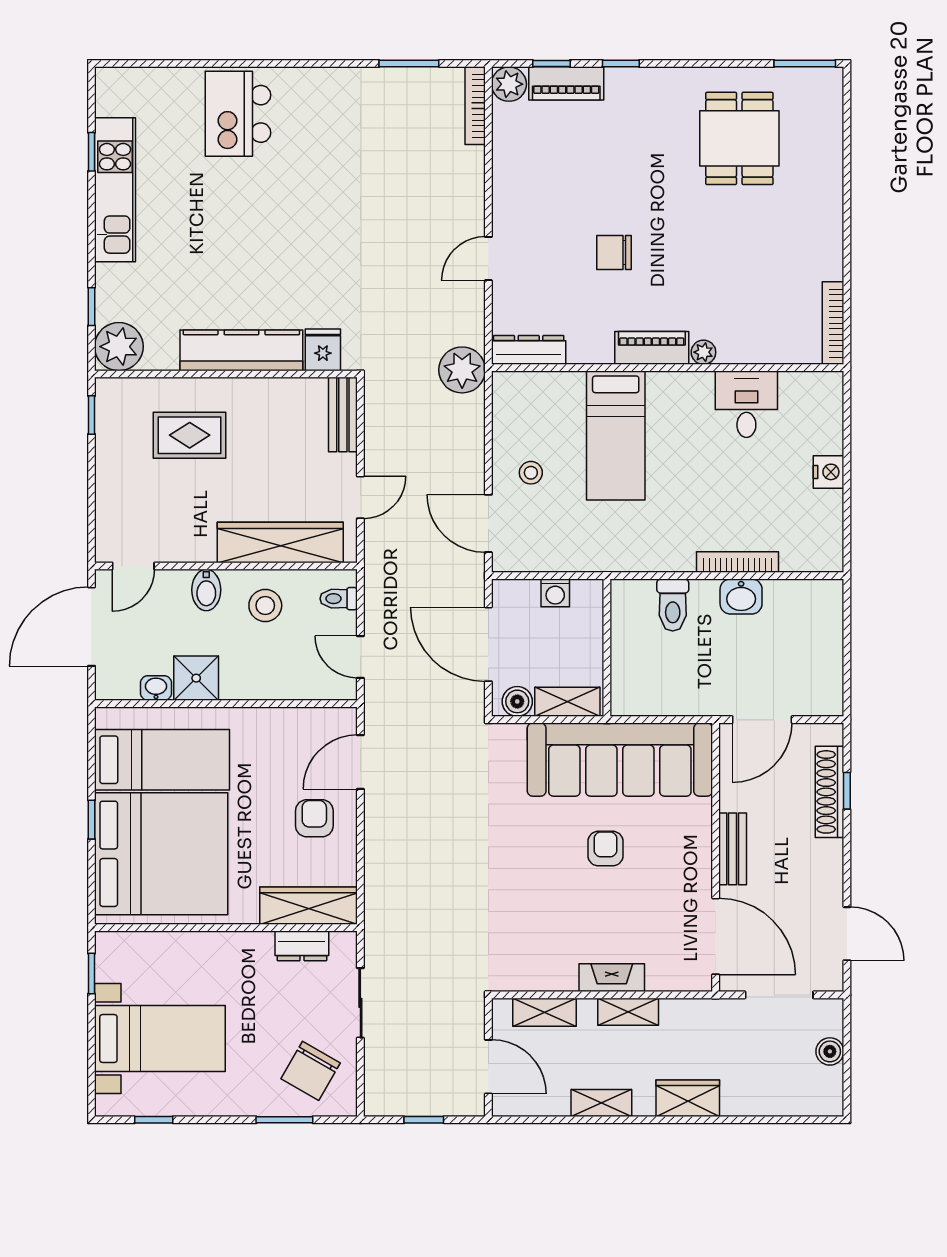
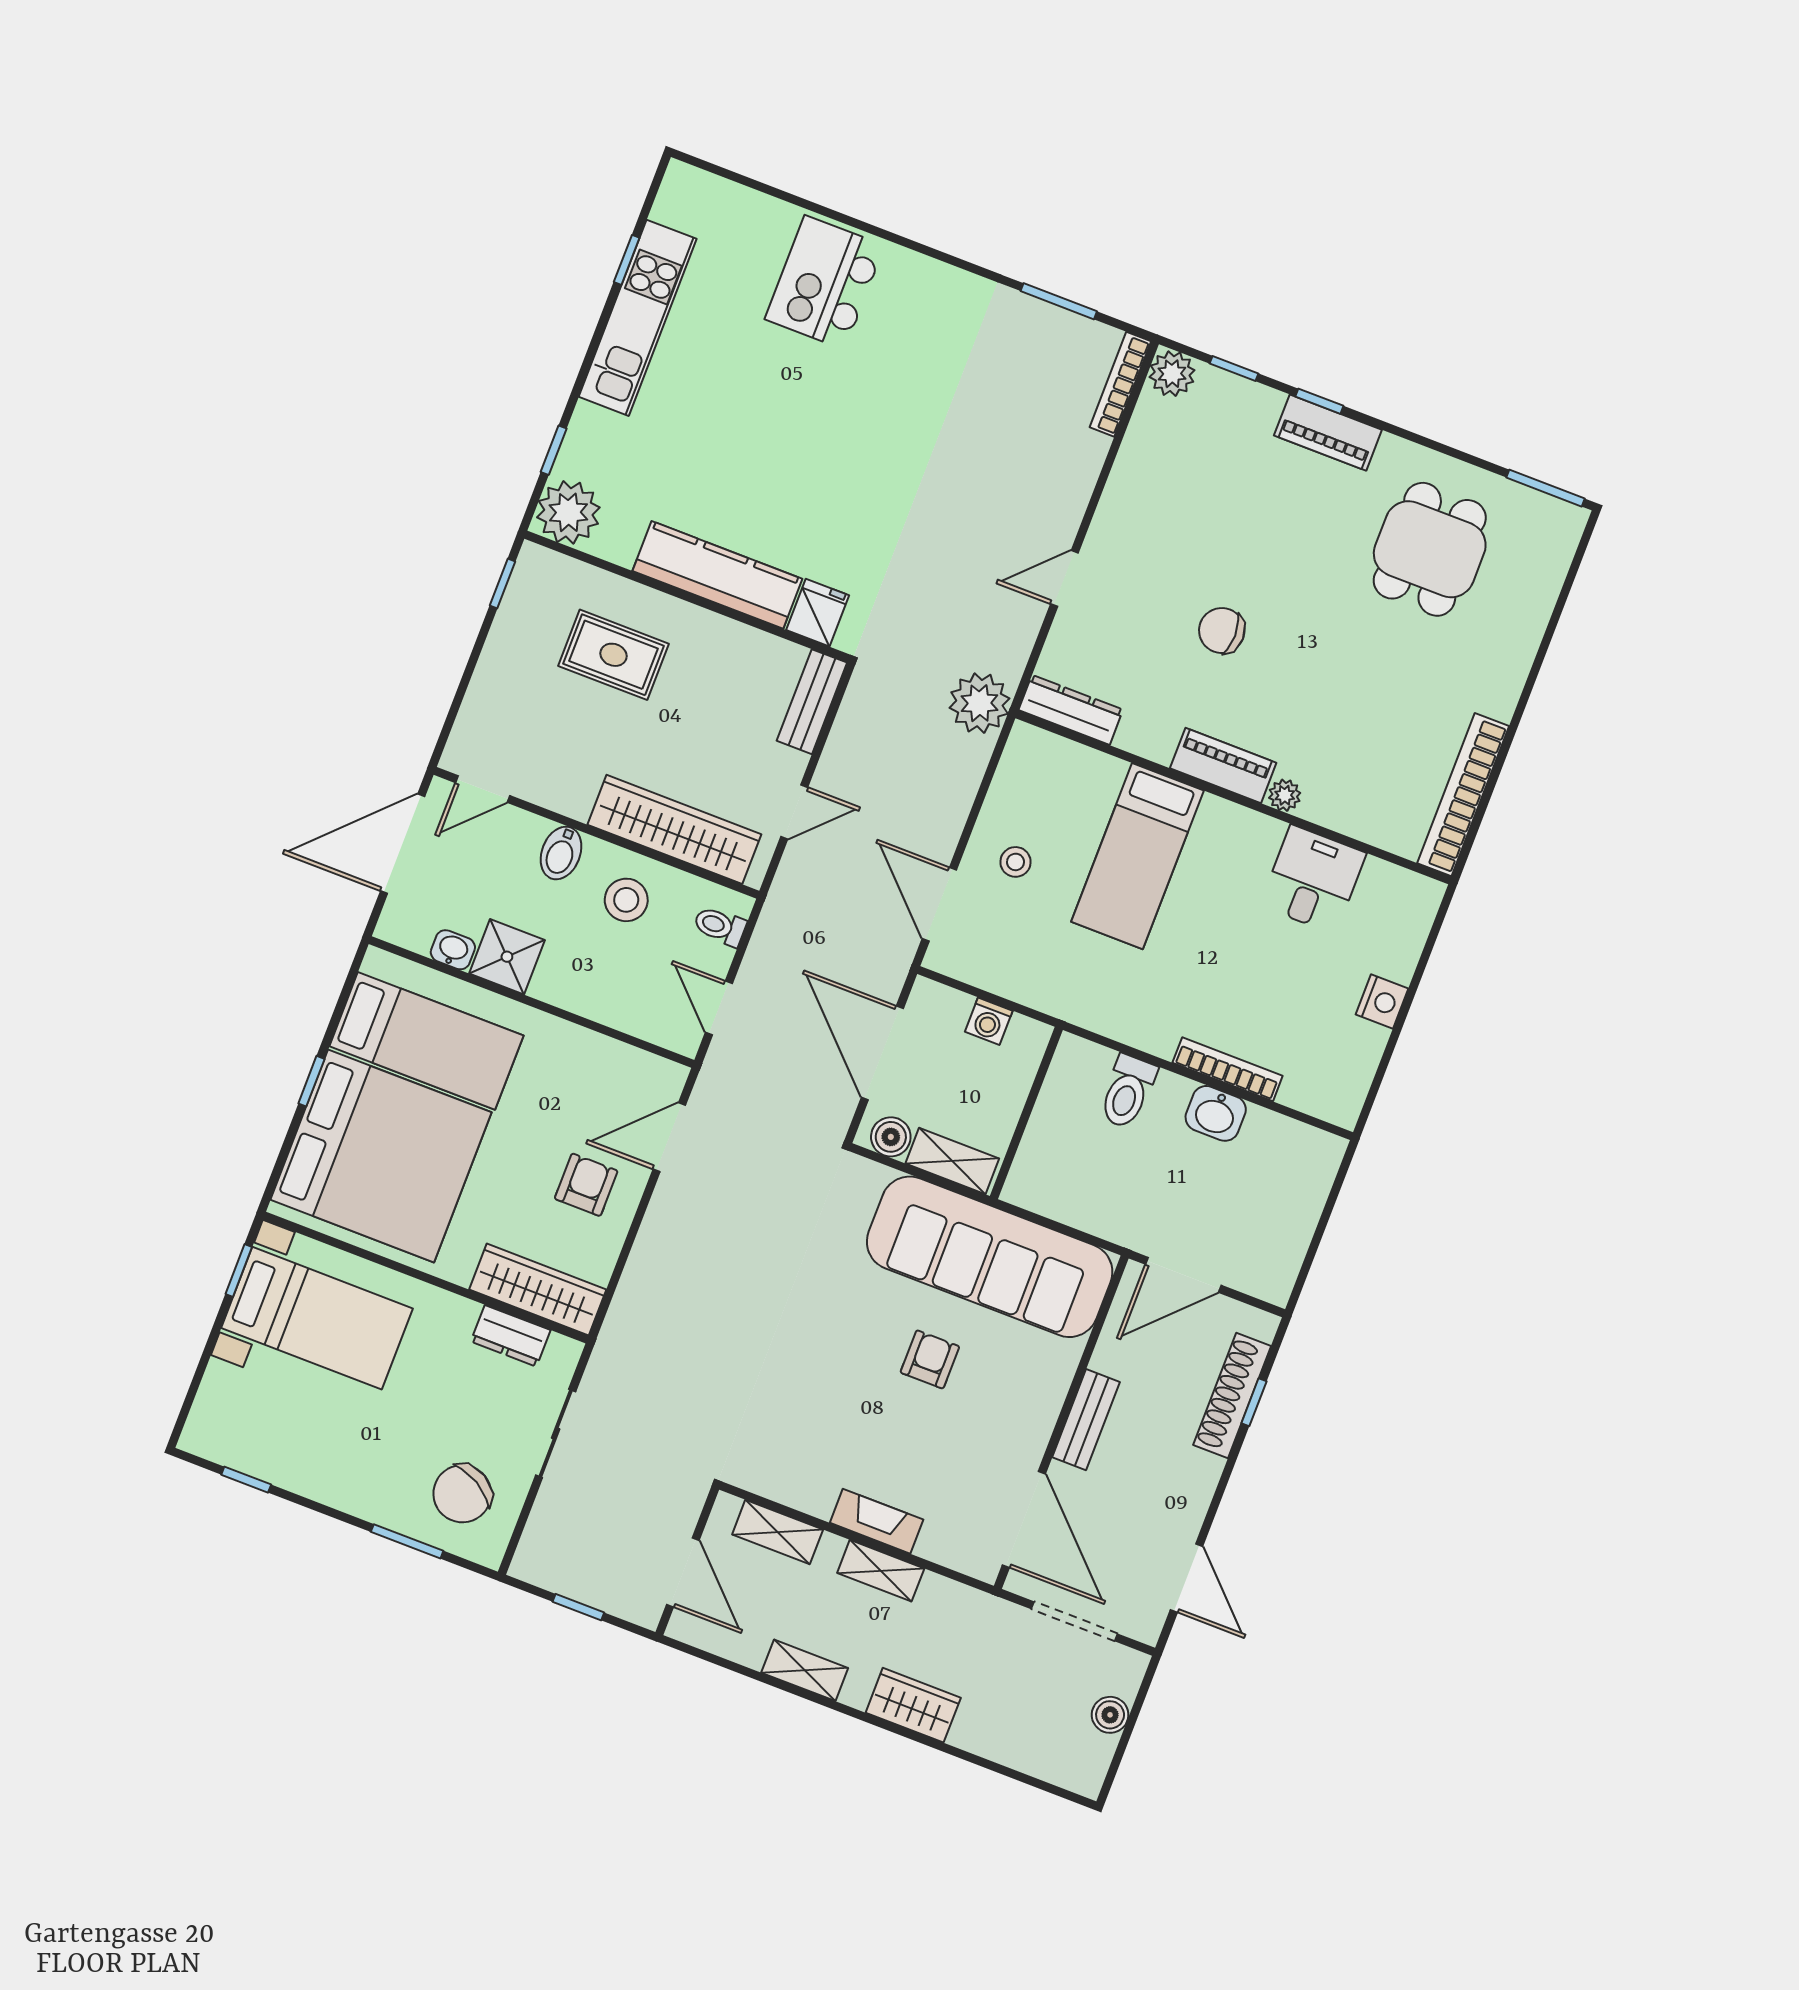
piano: (566, 83) -> (1328, 433), moved
bookcase: (833, 323) -> (1463, 795), width x1.48, depth x1.31
bed with nightstands: (160, 1039) -> (317, 1318), moved

